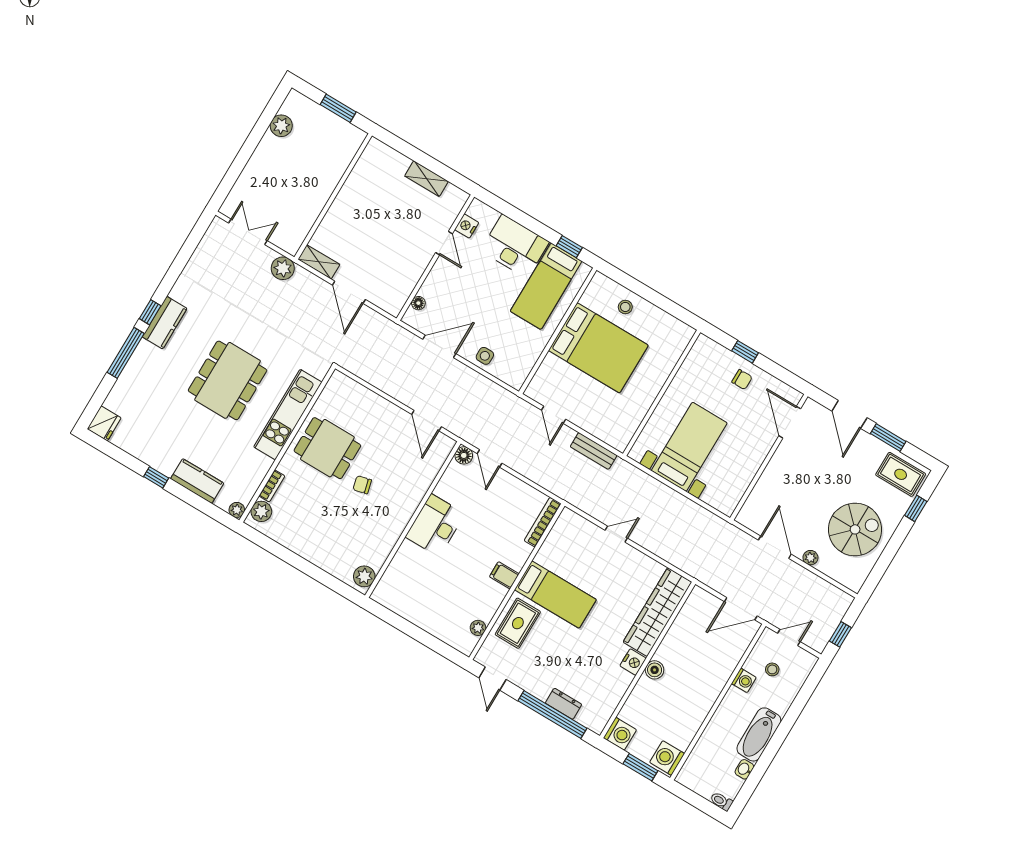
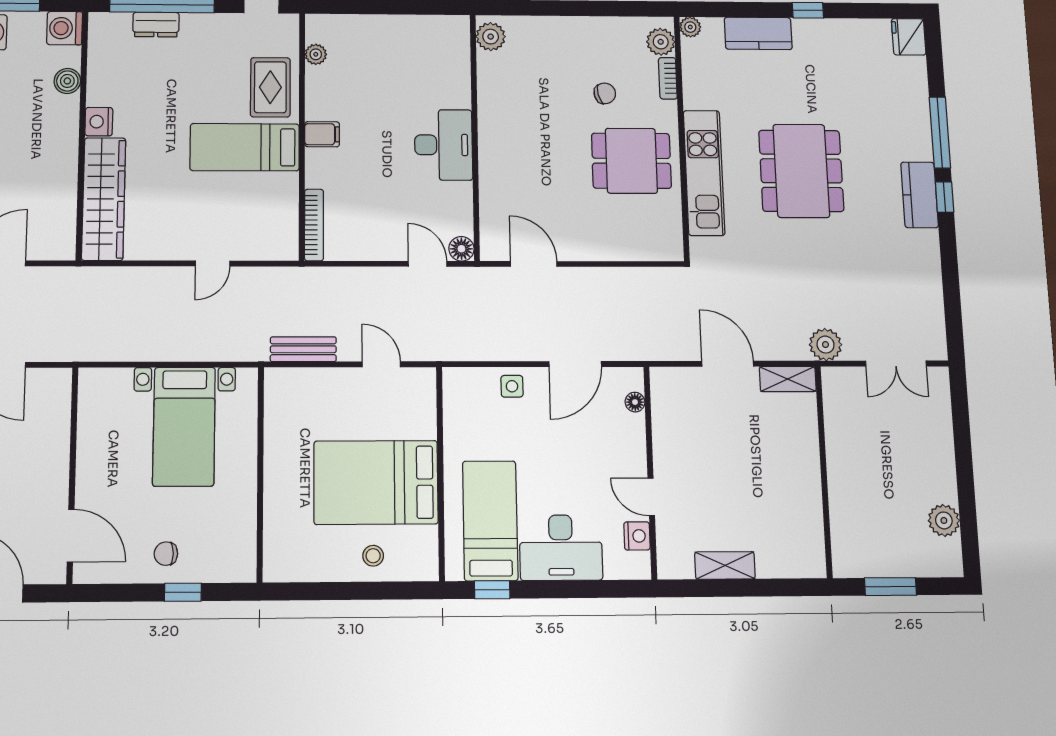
chair: (362, 485) -> (605, 93), moved
boiler: (655, 670) -> (67, 81), moved

